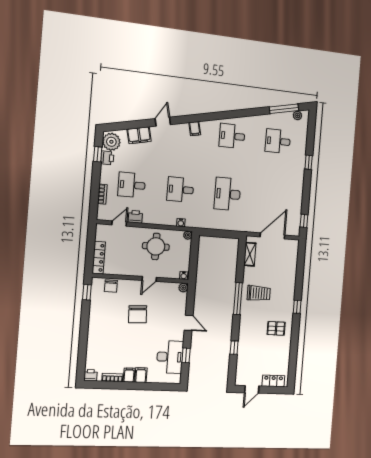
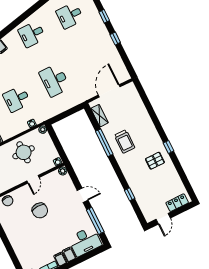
window: (304, 221) -> (115, 39), moved
trolley: (259, 293) -> (125, 141), turned 90
window: (238, 299) -> (104, 143), moved
window: (297, 307) -> (169, 147), moved
window: (186, 355) -> (95, 221), width x2.17
desk: (170, 357) -> (85, 241), moved, turned 90

